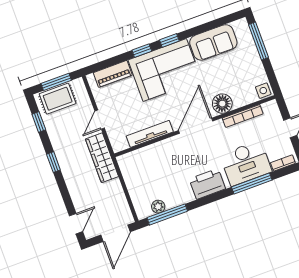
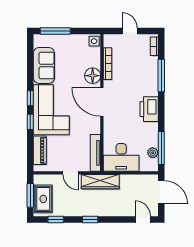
tv unit: (150, 134) -> (95, 153), moved
desk: (246, 163) -> (121, 157), moved, turned 90

